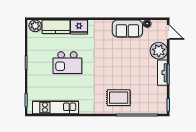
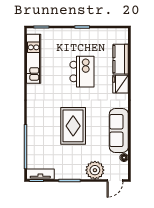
plant: (35, 26) -> (122, 37), removed
sofa: (127, 28) -> (119, 131), width x1.36
kitchen island: (67, 63) -> (82, 72), turned 180
tv unit: (162, 73) -> (40, 174), moved
rug: (119, 98) -> (73, 126), moved, width x1.36, depth x1.43

